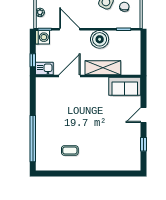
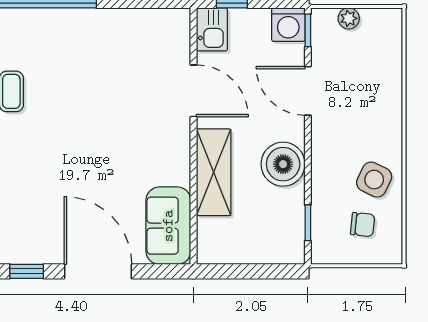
door: (70, 29) -> (308, 91), swing flipped
door: (143, 115) -> (98, 271), width x1.88

